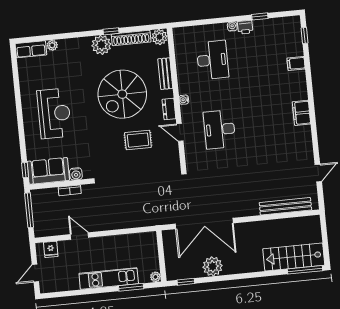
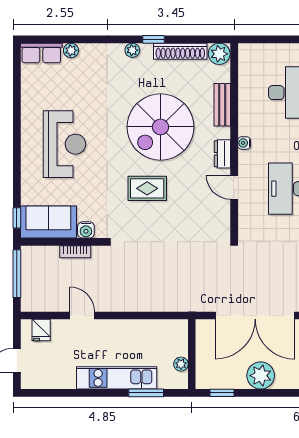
plant: (101, 45) -> (132, 50), width x0.53, depth x0.53
rug: (138, 140) -> (147, 188), moved
plant: (155, 277) -> (181, 364), moved

